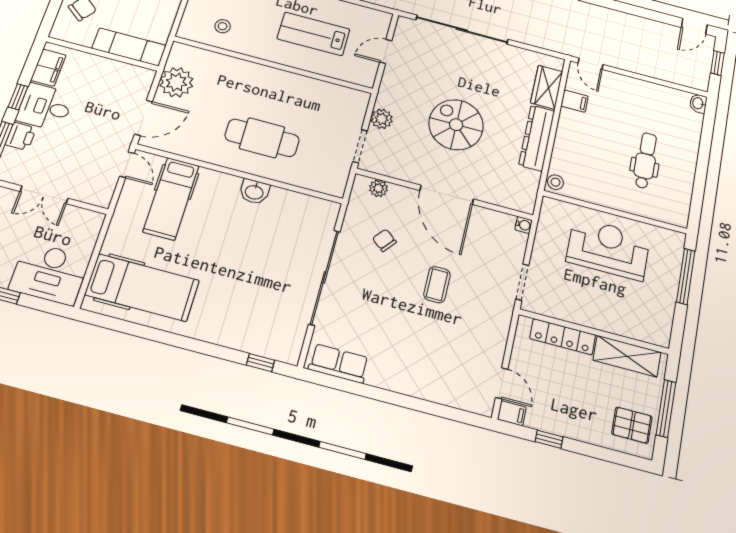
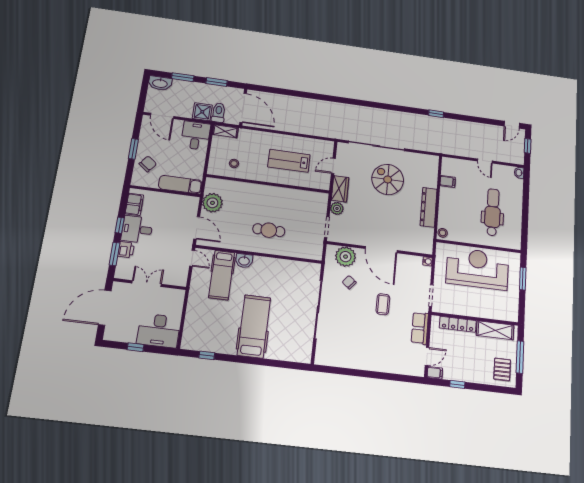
door: (591, 64) -> (485, 161), moved
wardrobe: (547, 87) -> (340, 189), moved, turned 180
door: (143, 118) -> (197, 228), hinge flipped
spiral stairs: (456, 125) -> (388, 179), moved
cafe table: (262, 138) -> (269, 230), width x0.73, depth x0.74
dental chair: (645, 160) -> (493, 212), width x1.36, depth x1.38
plant: (378, 188) -> (346, 257), width x1.88, depth x1.88
washbasin: (254, 192) -> (244, 261), moved
double door: (44, 195) -> (147, 284), swing flipped
reception desk: (608, 249) -> (477, 269), width x1.36, depth x1.30
window: (686, 276) -> (523, 279), width x0.69
hospital bed: (142, 288) -> (254, 326), moved, turned -90
window: (261, 363) -> (207, 355), moved
row of seats: (339, 363) -> (420, 328), moved, turned -90
door: (502, 383) -> (427, 356), hinge flipped
pallet: (632, 425) -> (502, 369), turned 90

